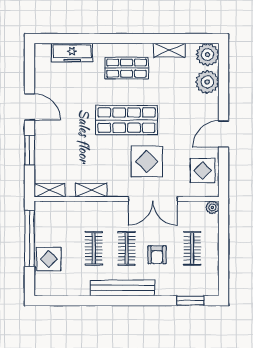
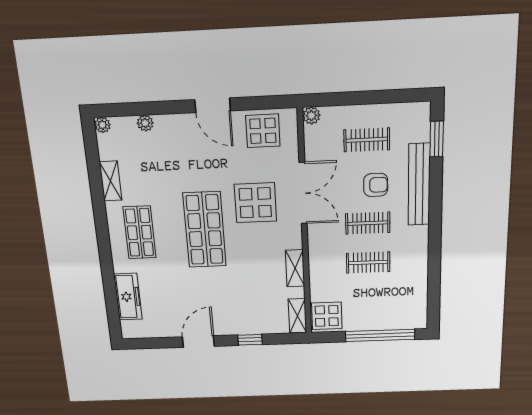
plant: (208, 55) -> (102, 125), width x0.53, depth x0.53
plant: (207, 82) -> (145, 123), width x0.53, depth x0.53
window: (29, 150) -> (250, 340), width x0.67
window: (29, 238) -> (380, 335), moved
display table: (49, 259) -> (327, 316), moved
bench: (122, 288) -> (419, 185), moved

